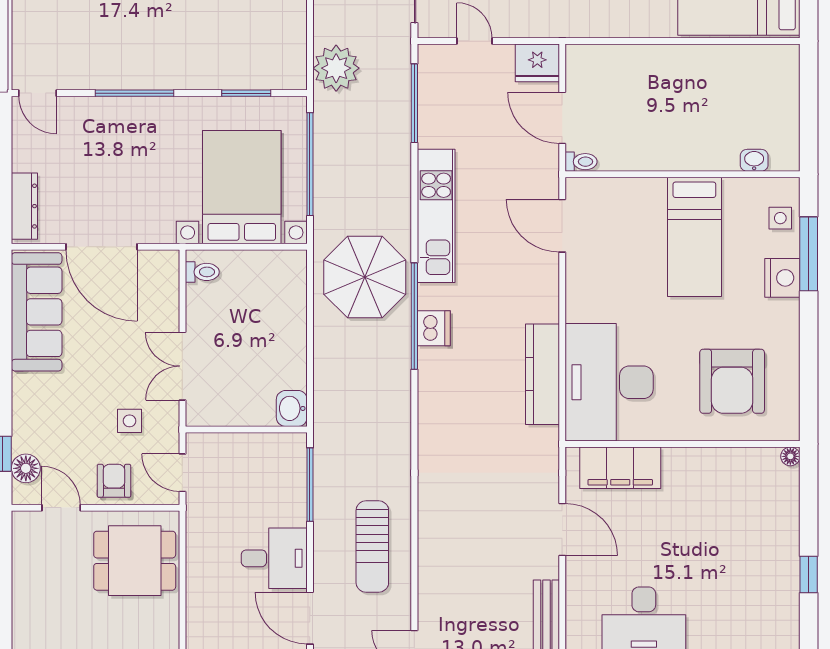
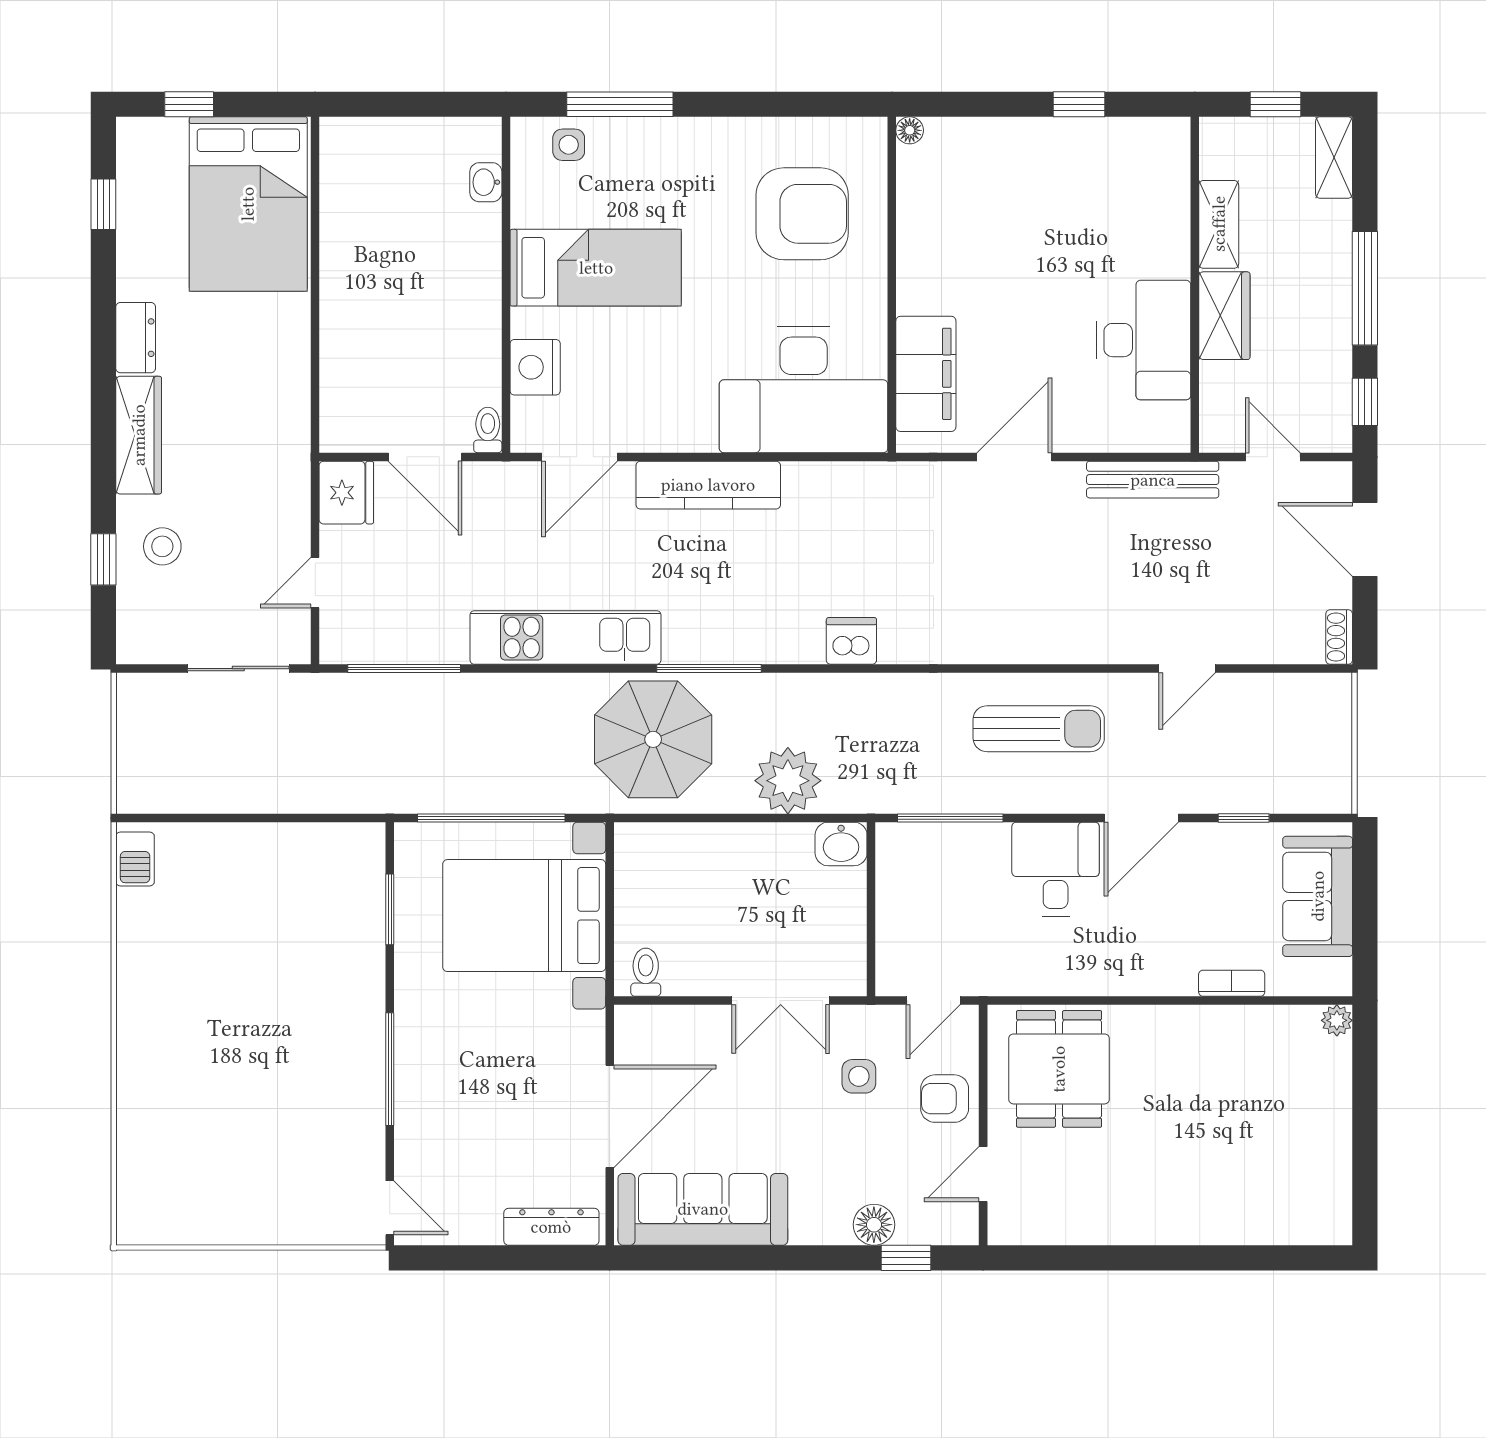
plant: (336, 68) -> (788, 781), moved
door: (38, 93) -> (390, 1208), hinge flipped
door: (562, 118) -> (425, 457), hinge flipped
nightstand: (782, 278) -> (535, 367), moved, turned -90
window: (414, 316) -> (709, 669), width x0.68
dishwasher: (434, 328) -> (851, 641), moved
kitchen counter: (543, 374) -> (708, 485), moved
floor lamp: (26, 468) -> (874, 1225), moved

